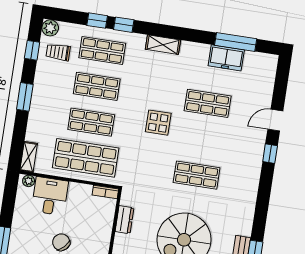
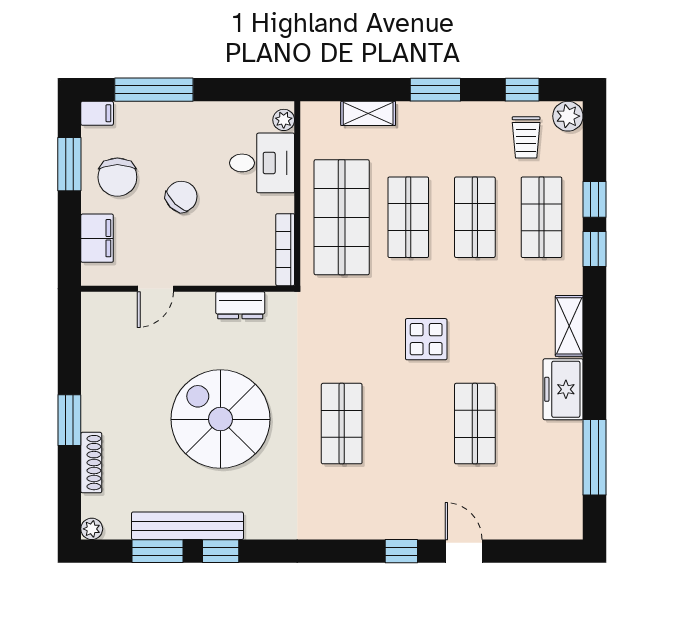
trolley: (58, 52) -> (526, 137), turned 180
freezer: (226, 58) -> (563, 389), moved
shelving: (29, 157) -> (368, 113), moved
bookcase: (105, 192) -> (285, 250), width x1.56

